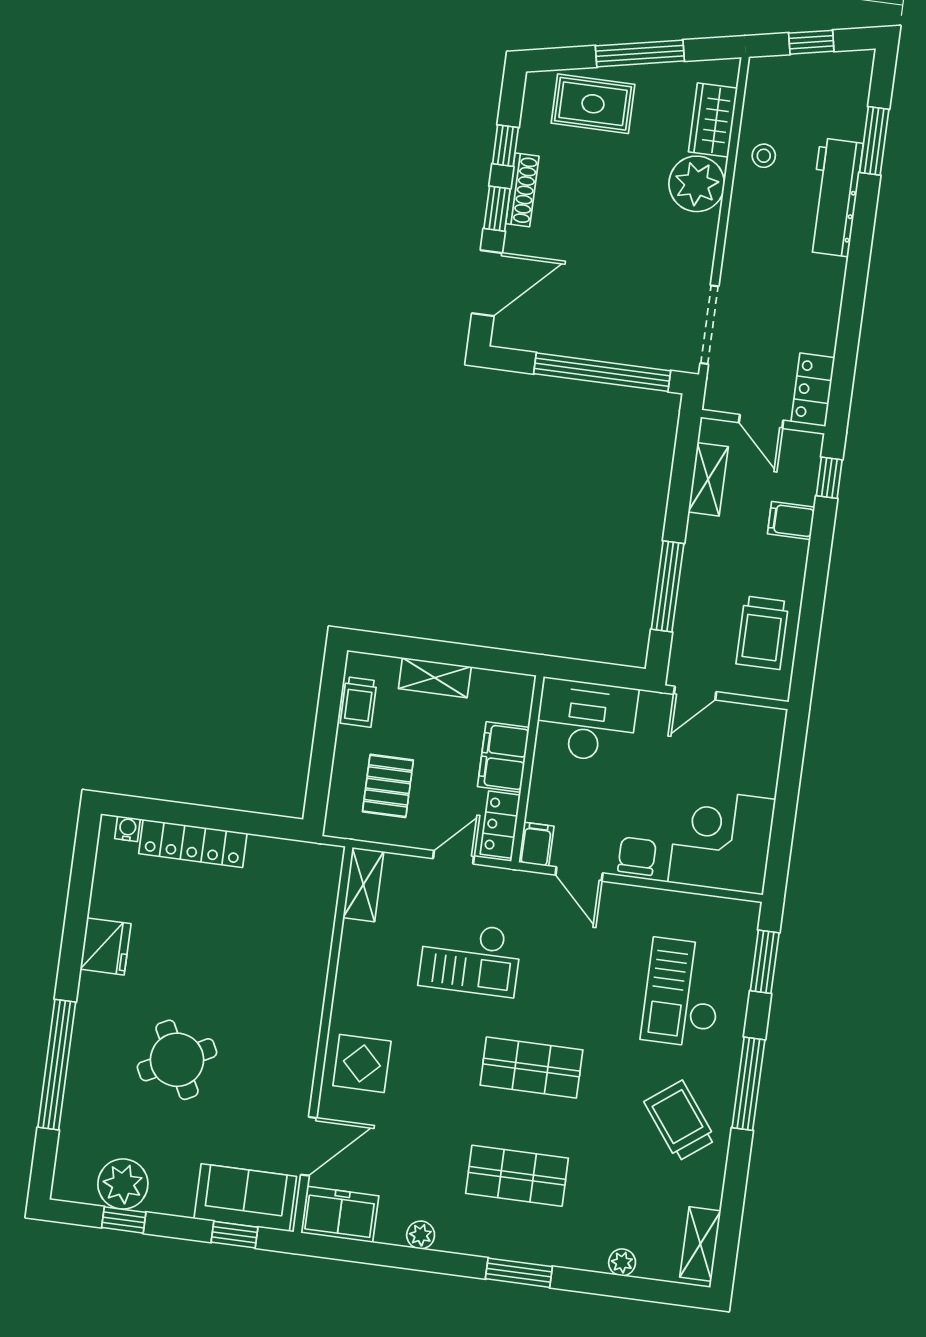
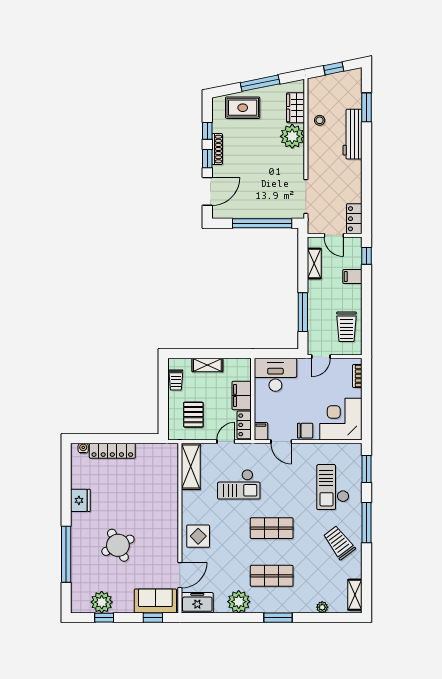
bookcase: (772, 748) -> (357, 376), added
chair: (637, 856) -> (305, 431), turned 90
shelving: (363, 885) -> (191, 466), width x1.50, depth x1.33
plant: (421, 1235) -> (239, 602), width x1.88, depth x1.88

